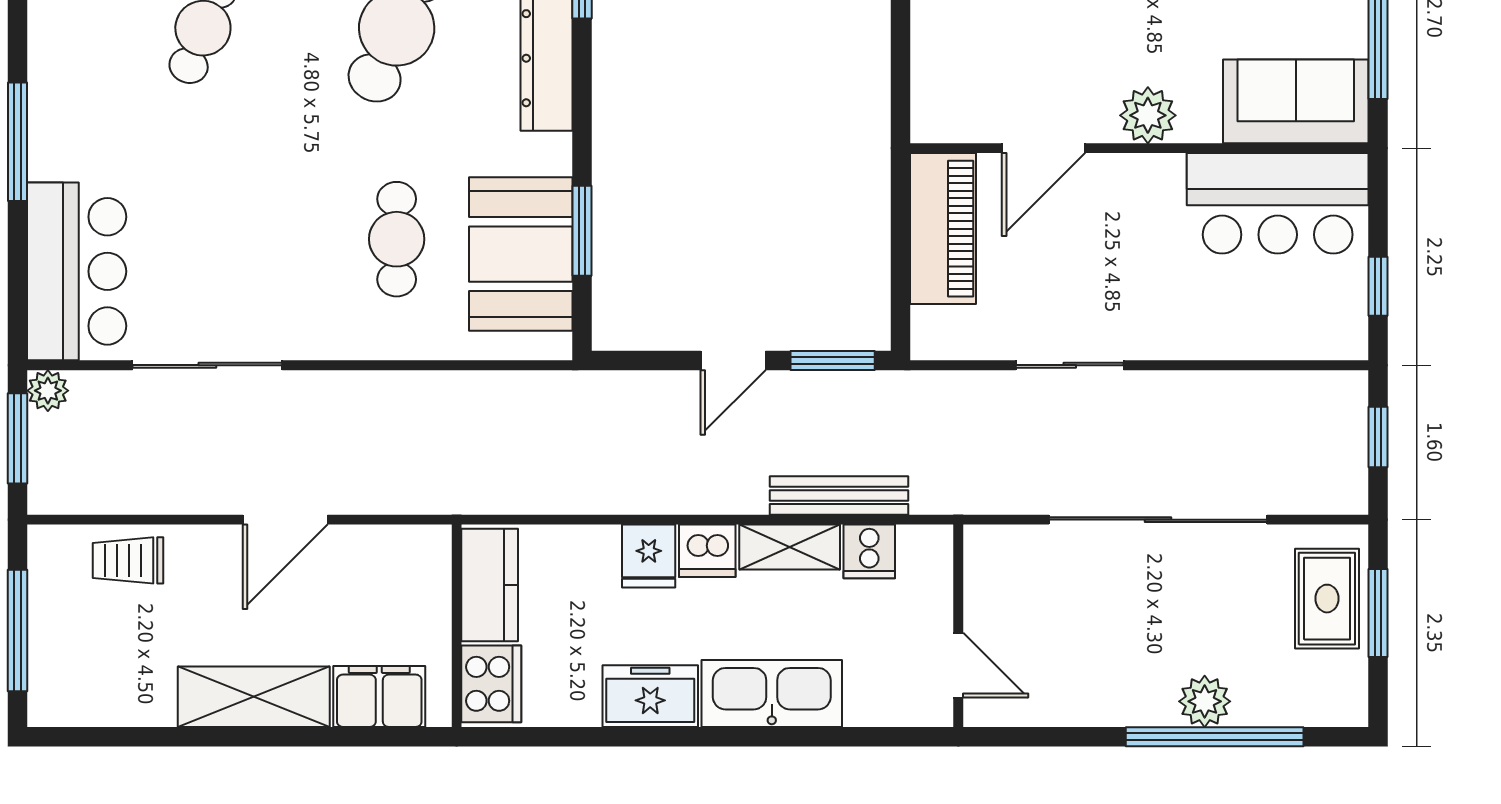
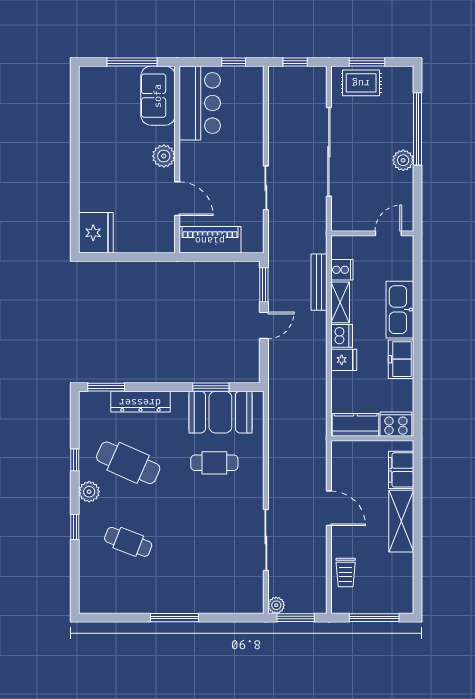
bar counter: (77, 271) -> (227, 593), removed
door: (733, 360) -> (264, 325), hinge flipped
plant: (1205, 701) -> (403, 160), moved

